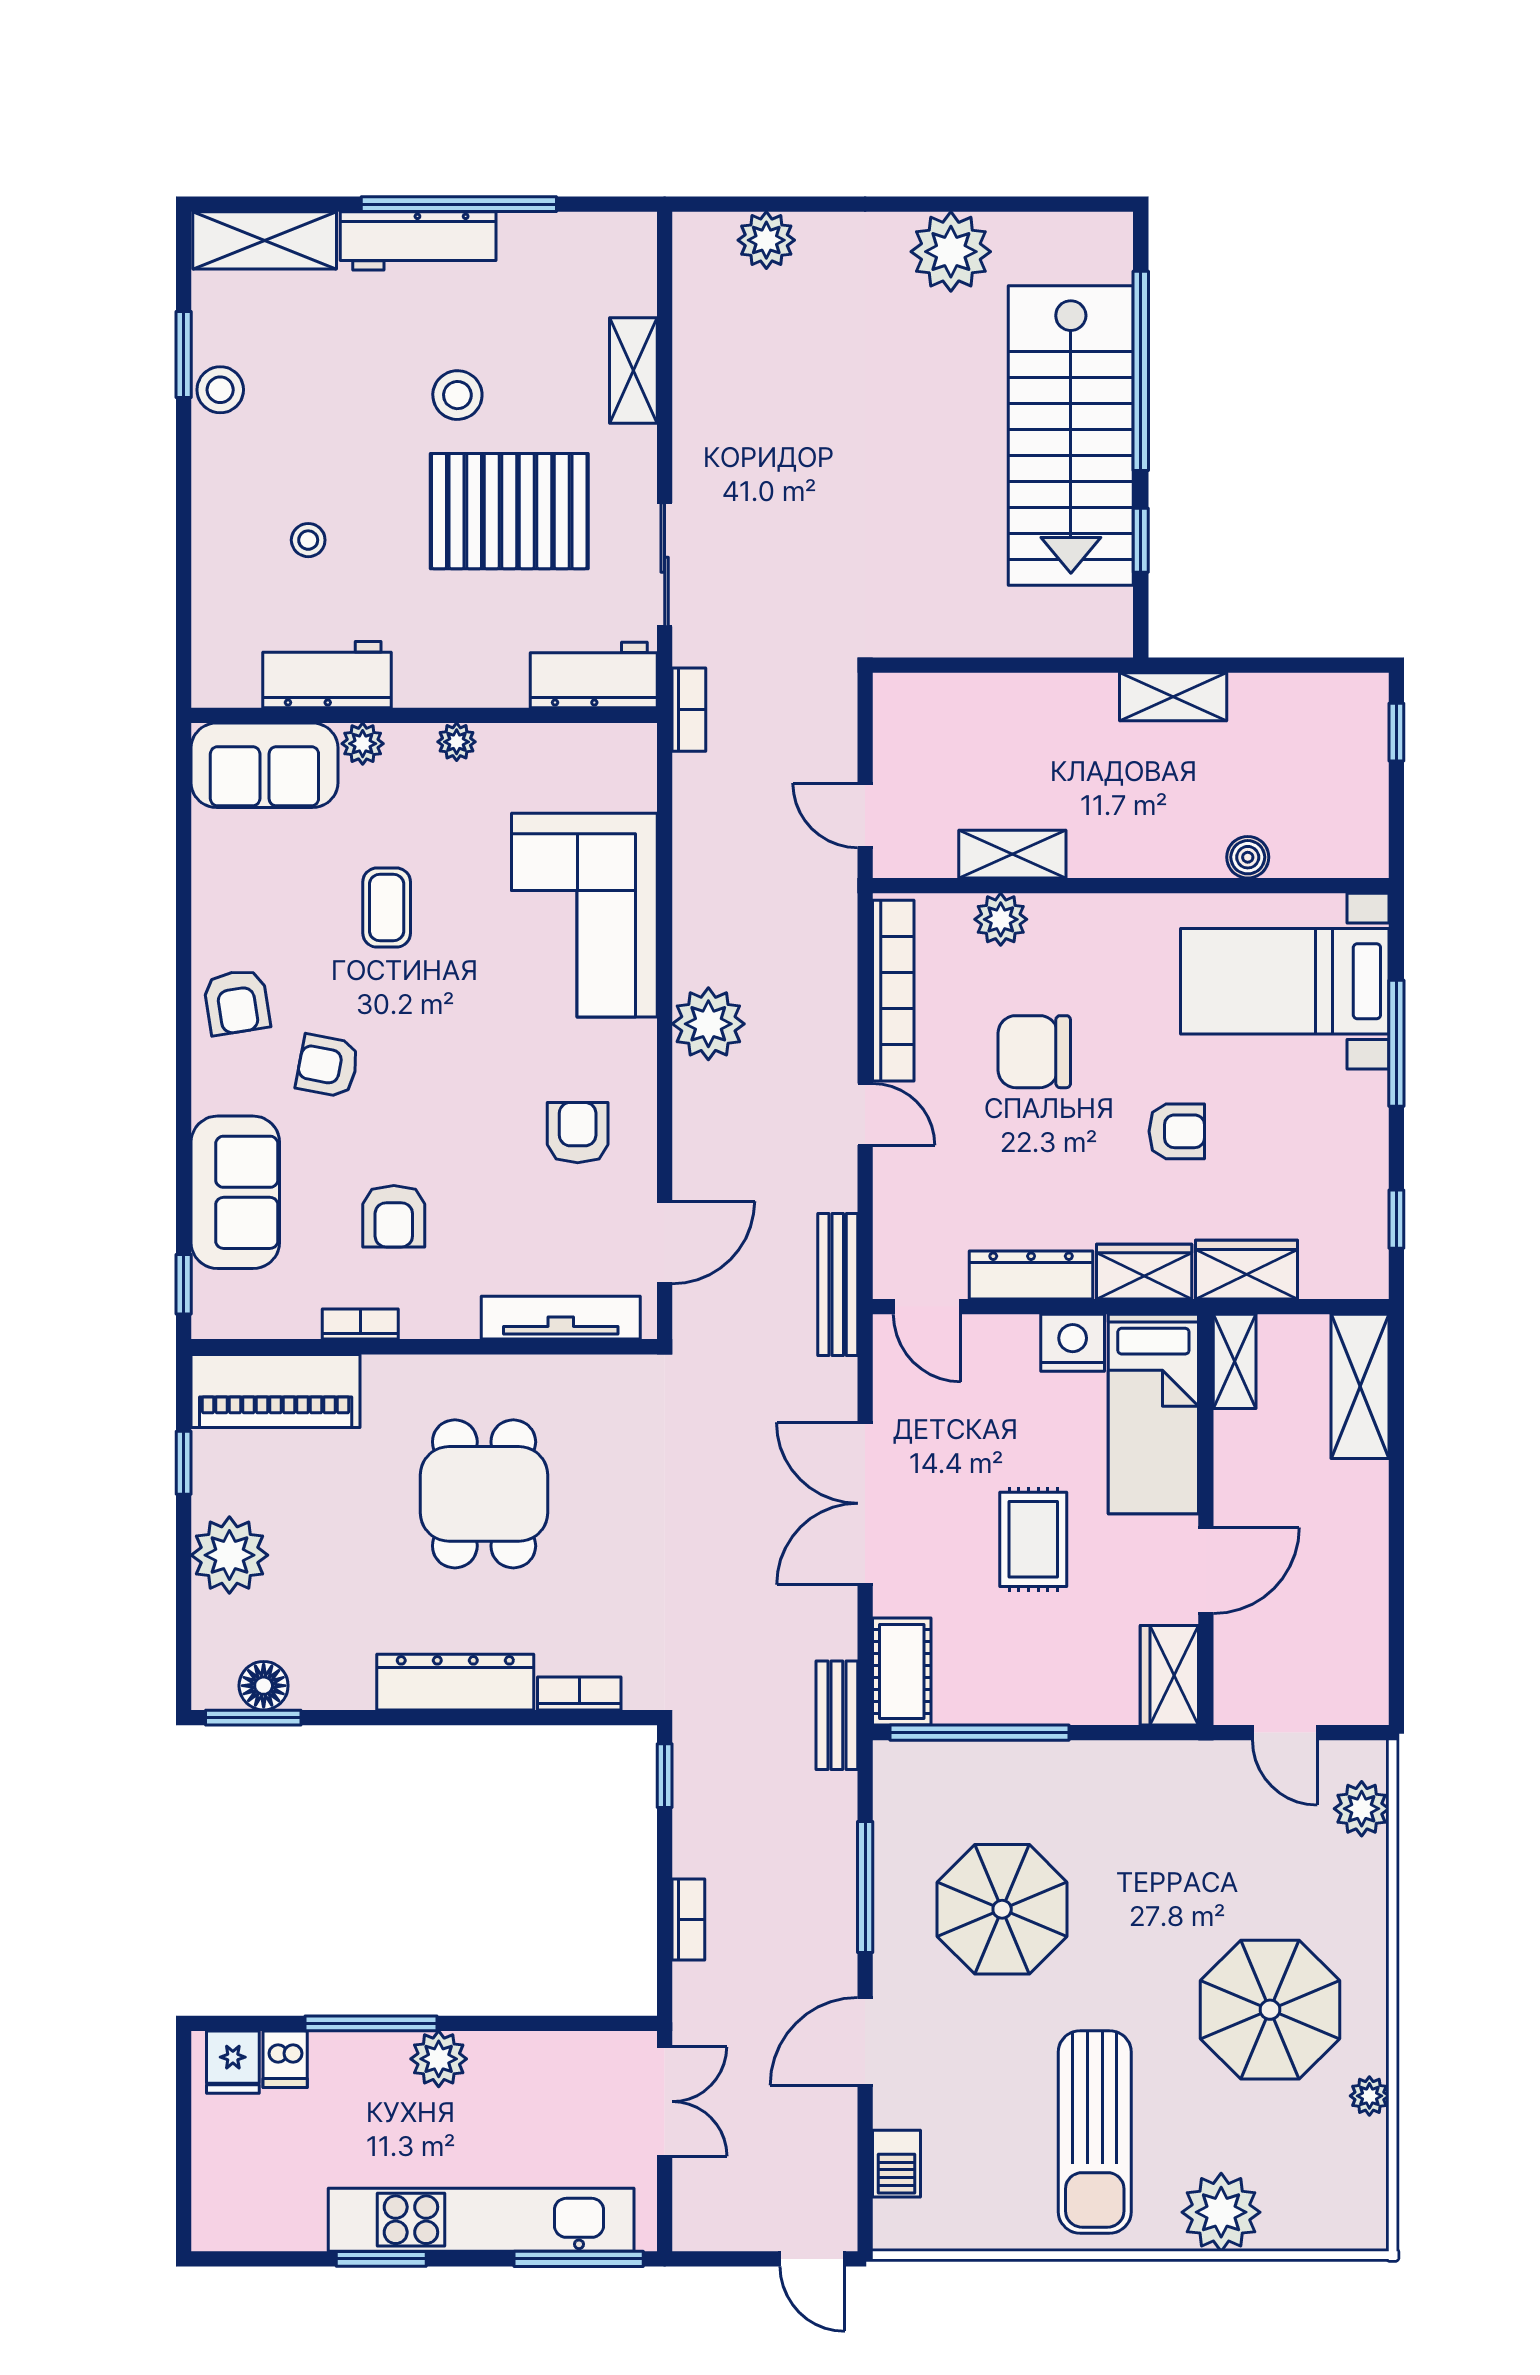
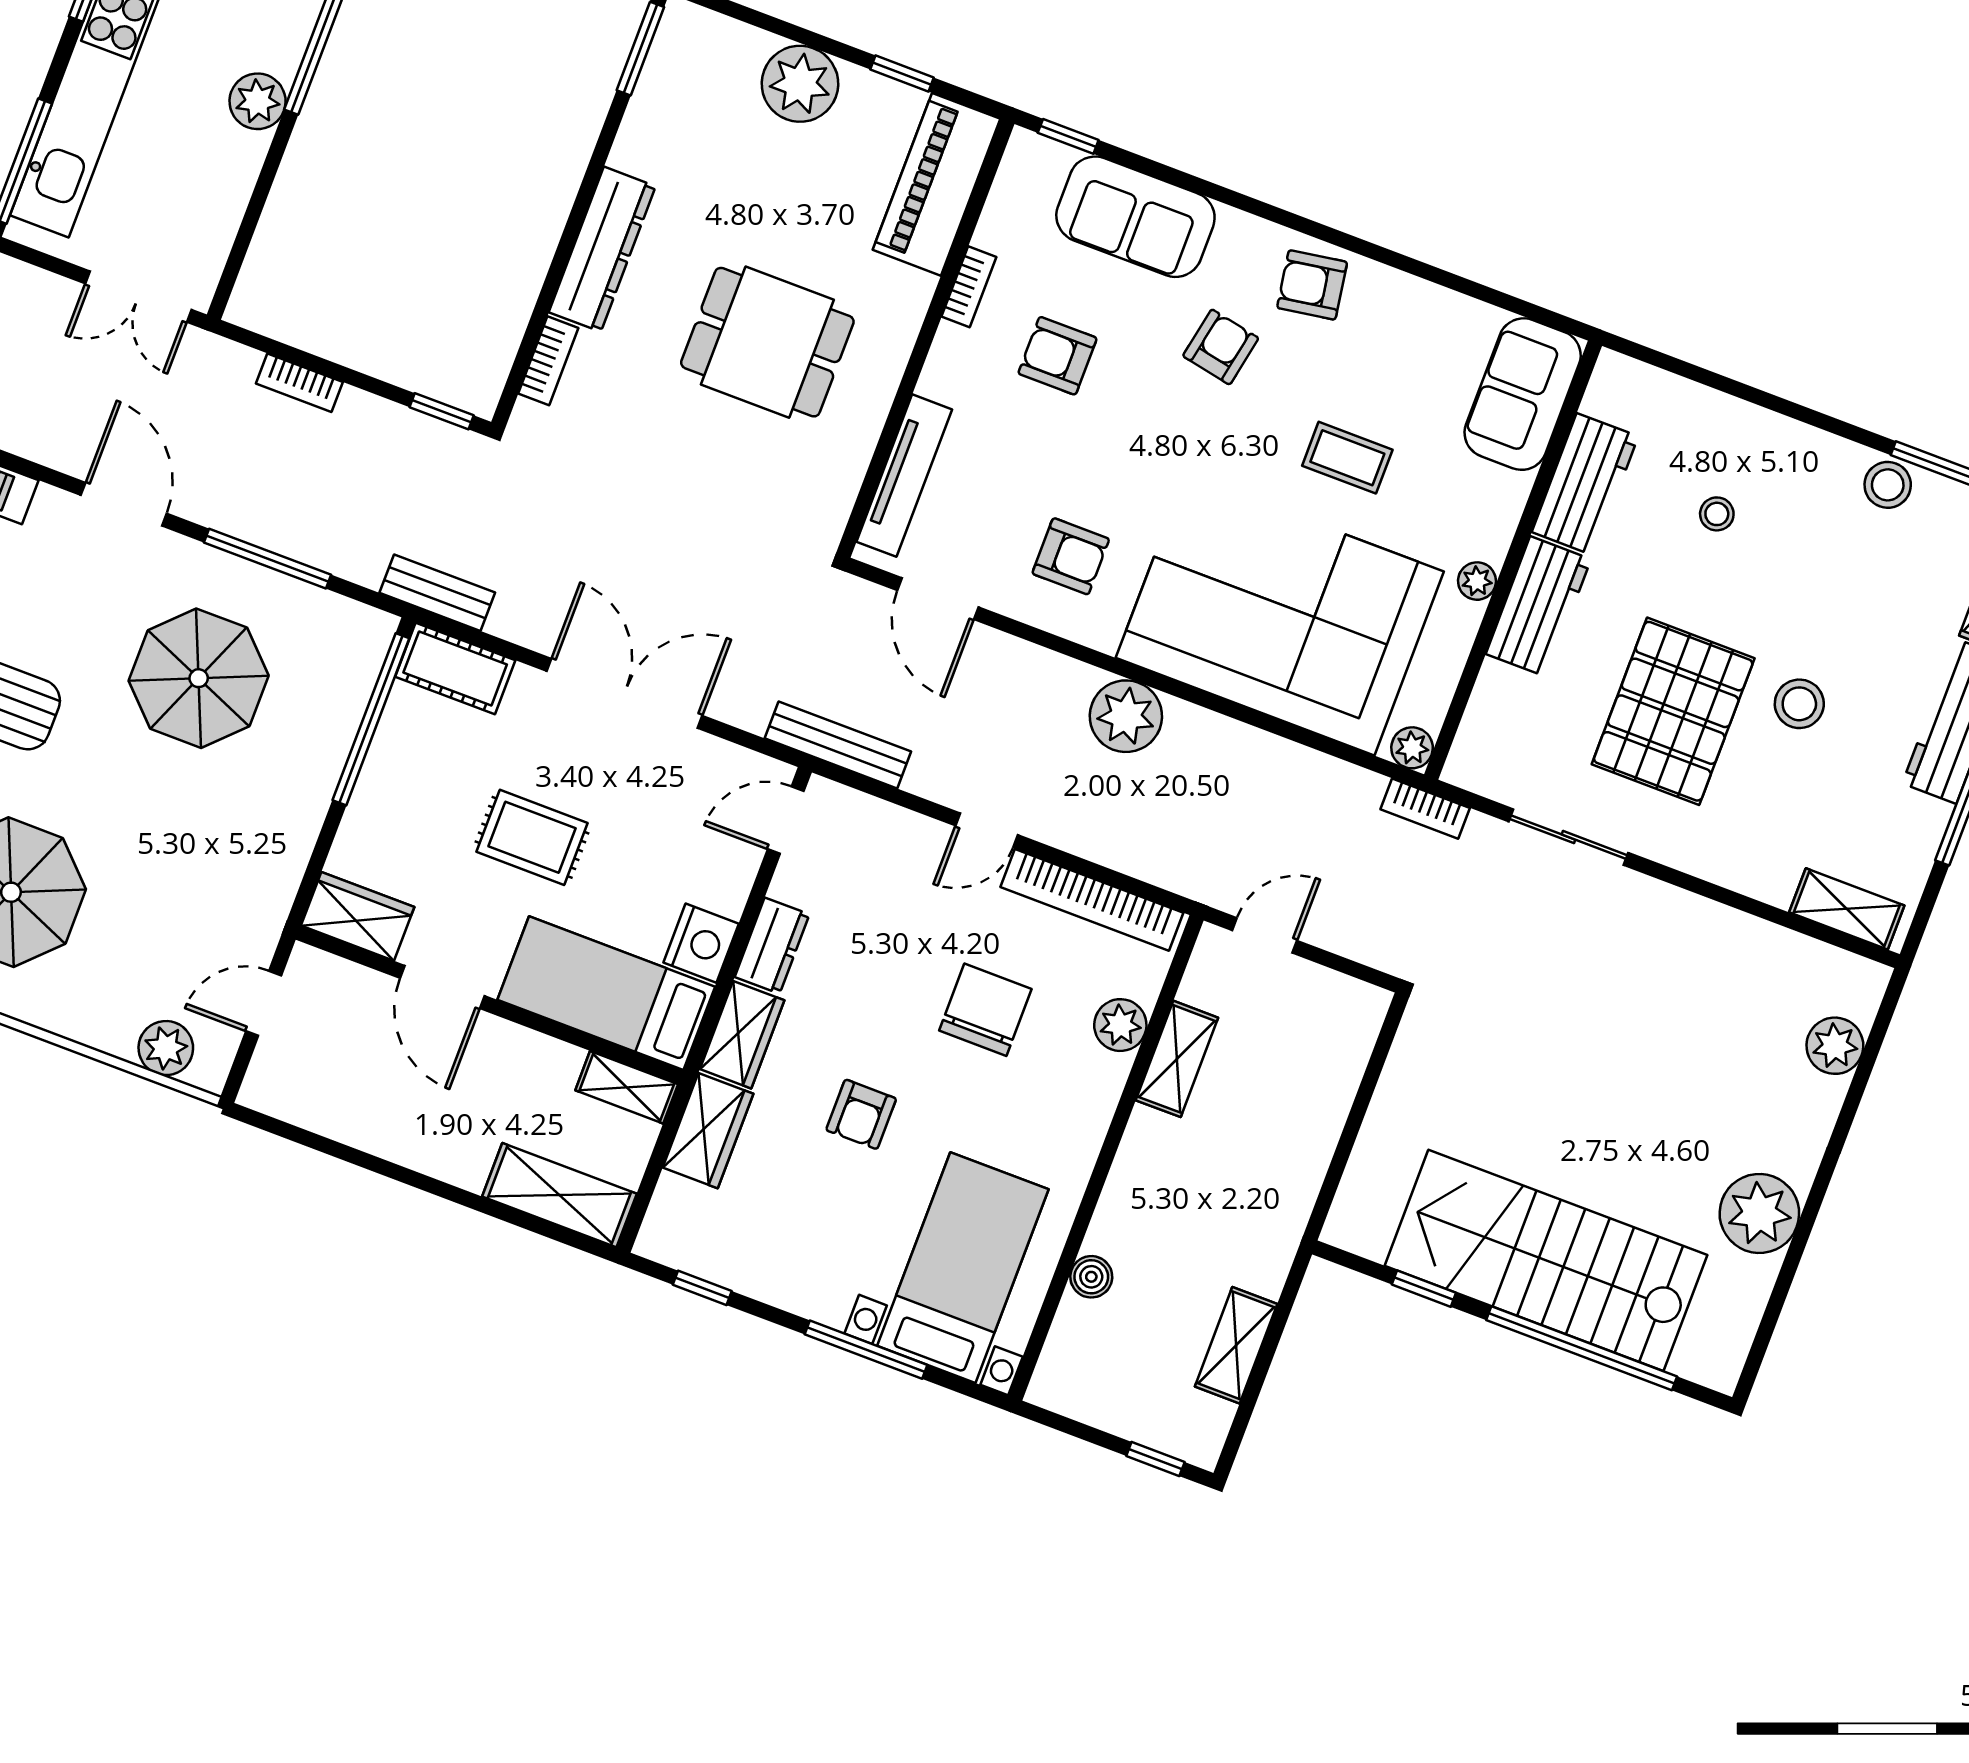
shelving: (633, 370) -> (1847, 909), moved
workbench: (594, 675) -> (1538, 607), moved
shelving: (1173, 697) -> (1236, 1345), moved
plant: (363, 744) -> (1412, 748), moved
corner sofa: (584, 915) -> (1280, 615), width x1.36, depth x1.36
dresser: (1031, 1275) -> (772, 946), width x0.70
floor lamp: (264, 1686) -> (666, 70), removed

